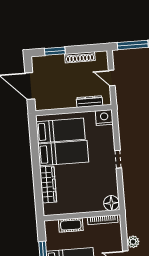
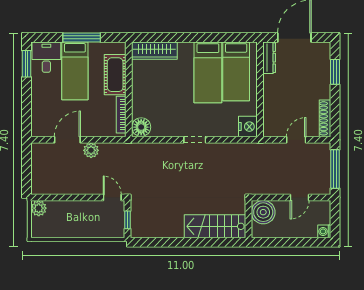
shoe rack: (80, 57) -> (325, 118), moved
dresser: (90, 102) -> (269, 58), moved
wardrobe: (48, 184) -> (154, 51), moved
cot: (71, 225) -> (115, 75), width x1.37, depth x1.34

